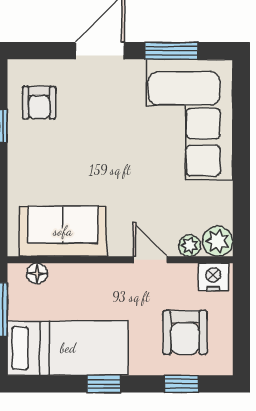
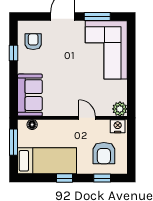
armchair: (39, 103) -> (33, 42), turned 180
sofa: (63, 231) -> (30, 95), moved, turned 90
plant: (190, 246) -> (106, 111), removed

